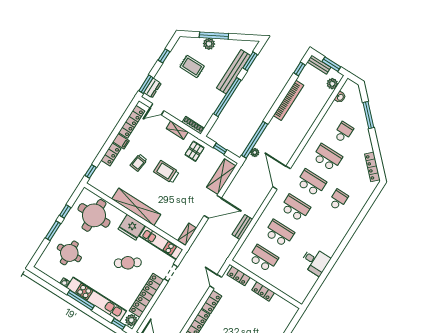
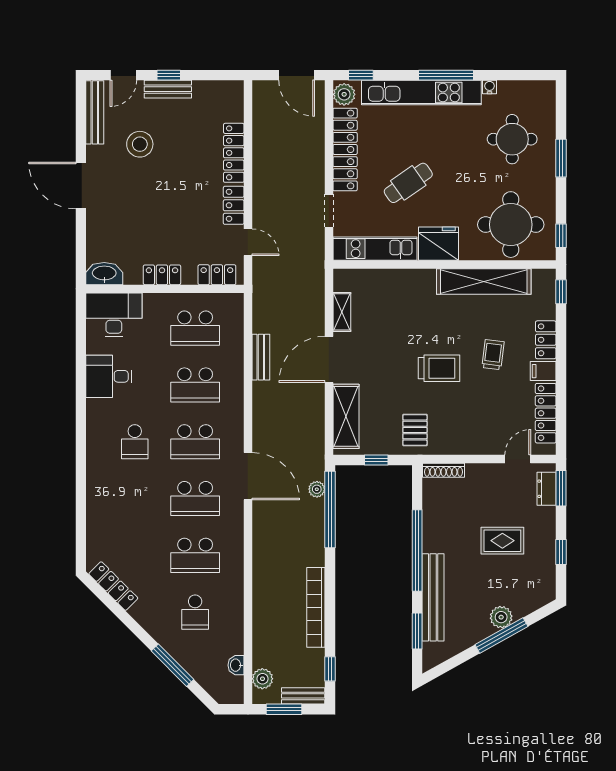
rug: (192, 66) -> (502, 541), moved
shelving: (177, 130) -> (464, 446), removed
school desk: (338, 200) -> (135, 442), moved
shelving: (136, 207) -> (484, 281), moved
window: (65, 211) -> (561, 236), moved
shelving: (187, 234) -> (342, 312), moved
desk: (296, 287) -> (114, 315), added
washbasin: (288, 308) -> (104, 274), added

